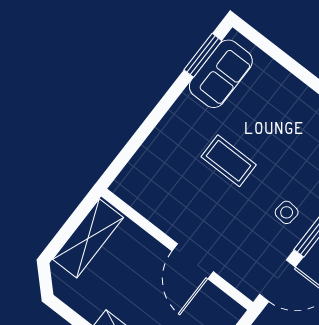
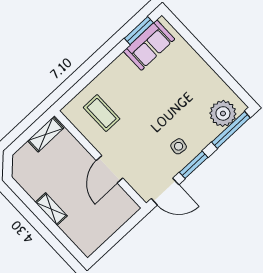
coffee table: (229, 161) -> (102, 113), moved
shelving: (88, 238) -> (46, 134), width x0.67, depth x0.75

